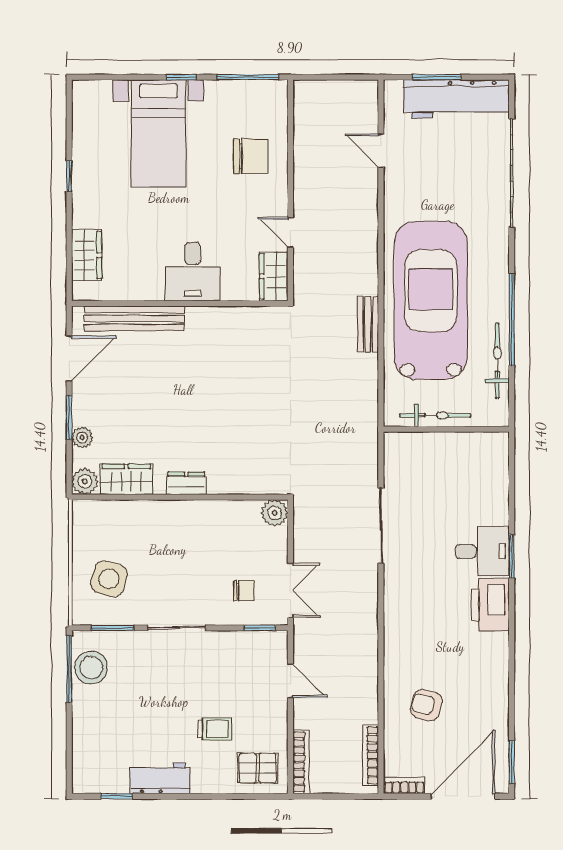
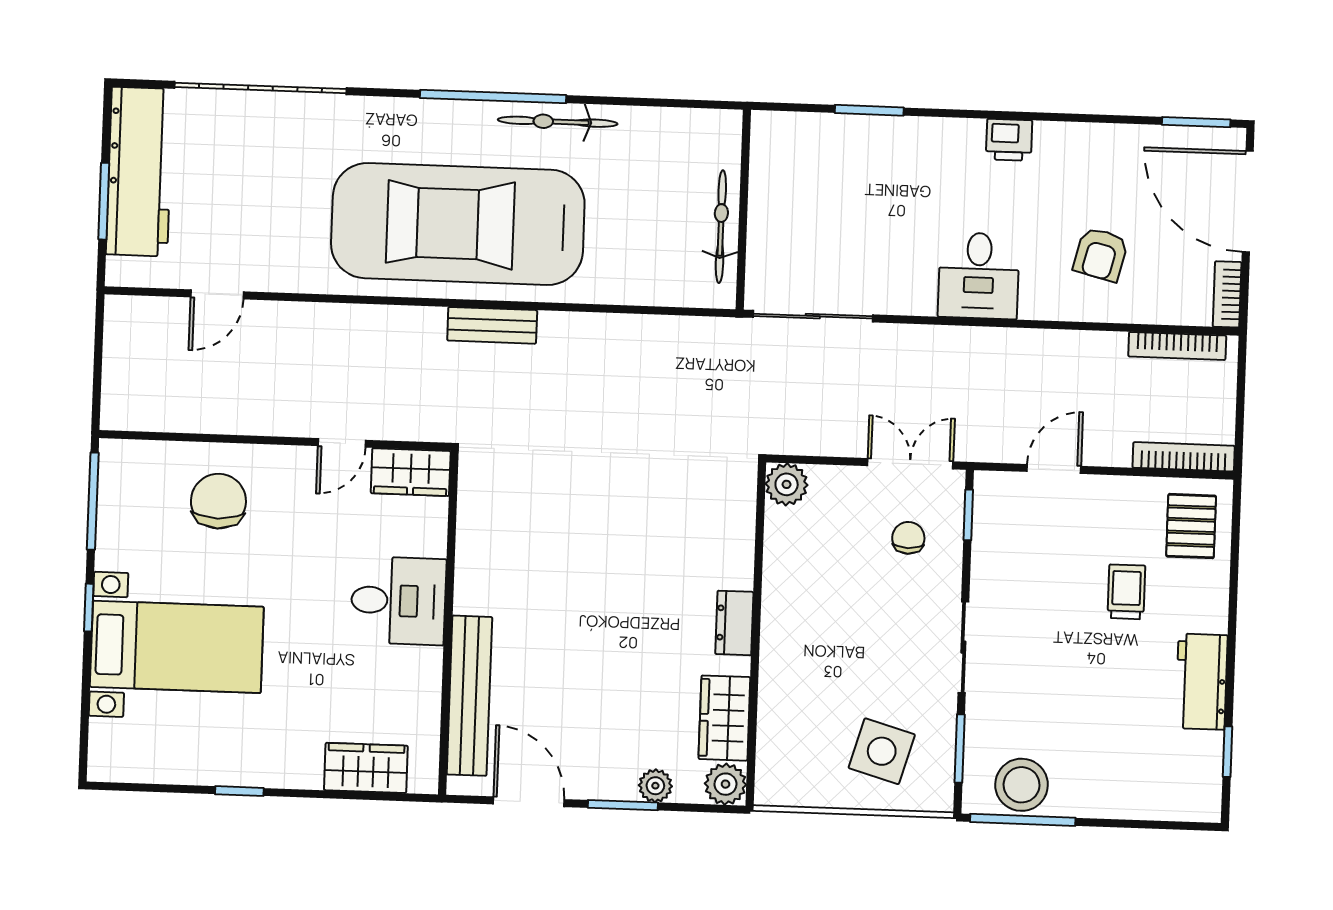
bicycle: (435, 415) -> (721, 227), moved
wall: (446, 429) -> (743, 210), moved
desk: (482, 551) -> (979, 276), moved, turned 180
printer: (490, 605) -> (1009, 140), moved, width x0.53, depth x0.68

